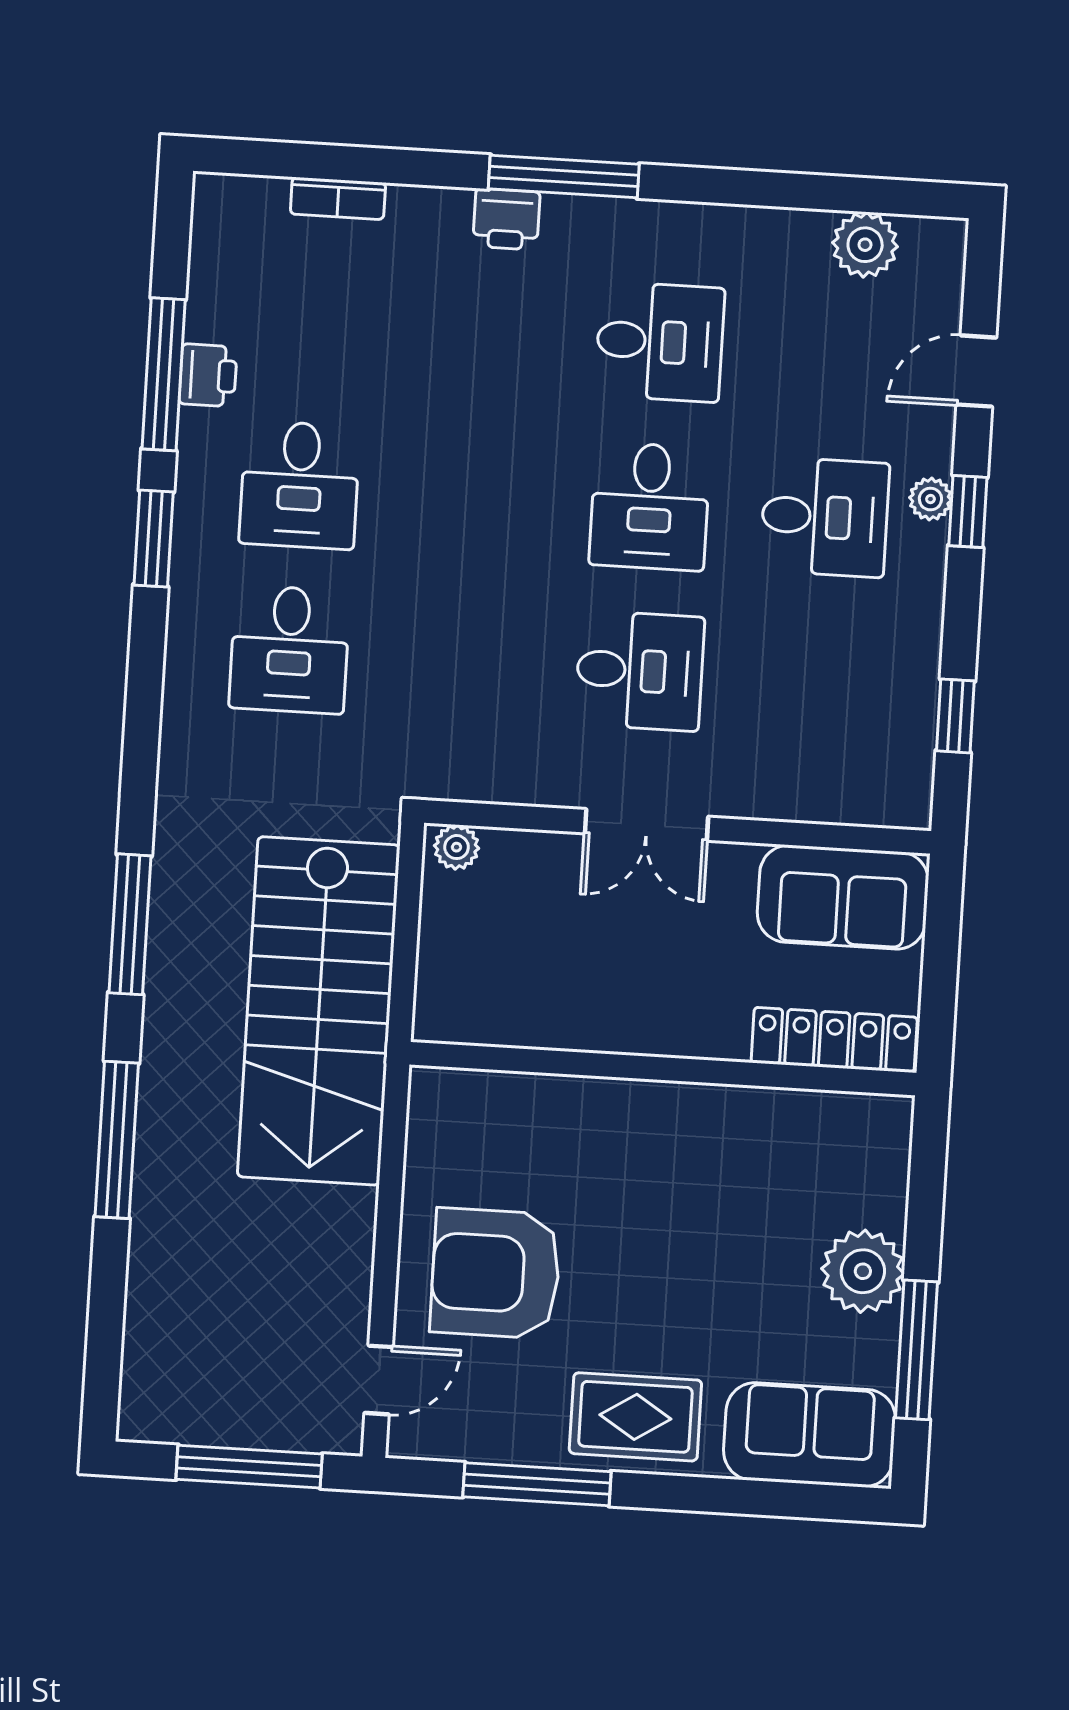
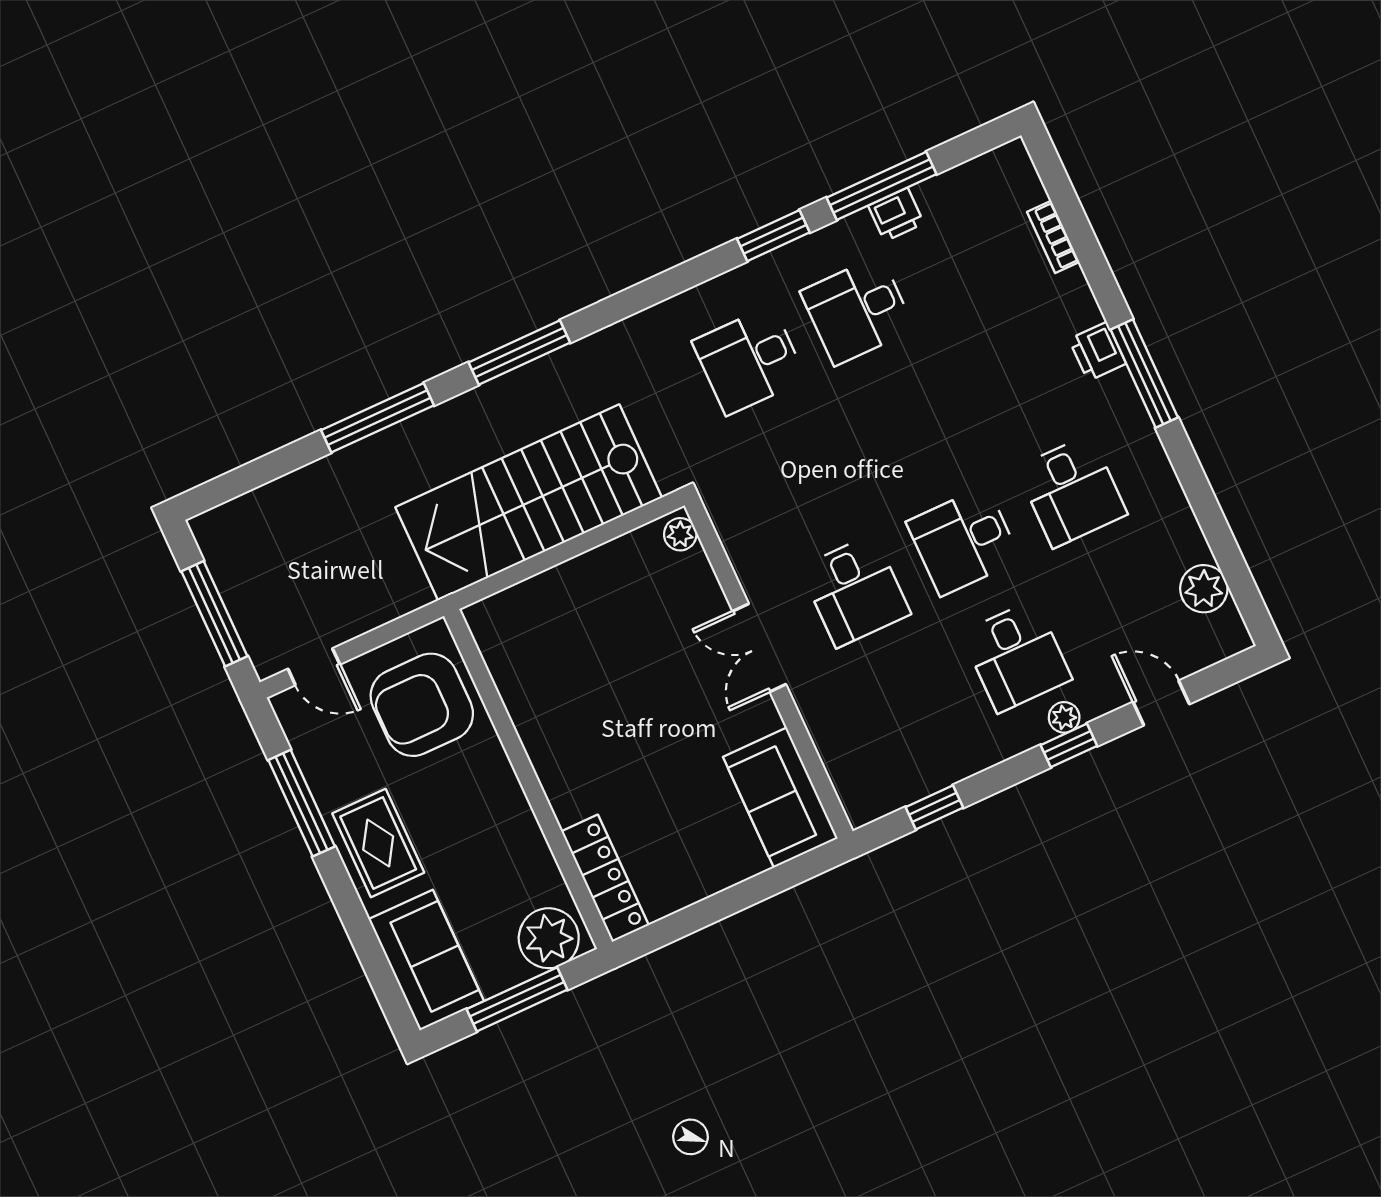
locker: (834, 1040) -> (605, 878), moved
wall: (663, 1069) -> (528, 779), moved
armchair: (496, 1273) -> (422, 705), turned -90

